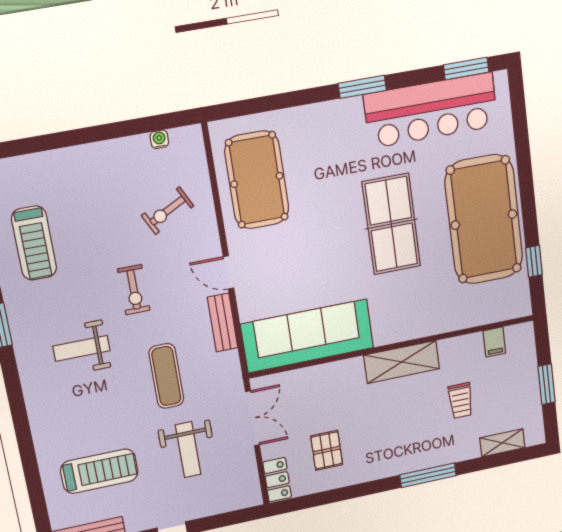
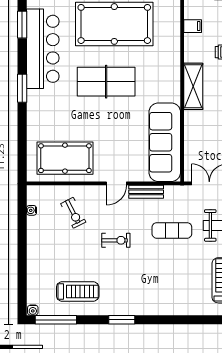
weight bench: (81, 348) -> (145, 277), removed

